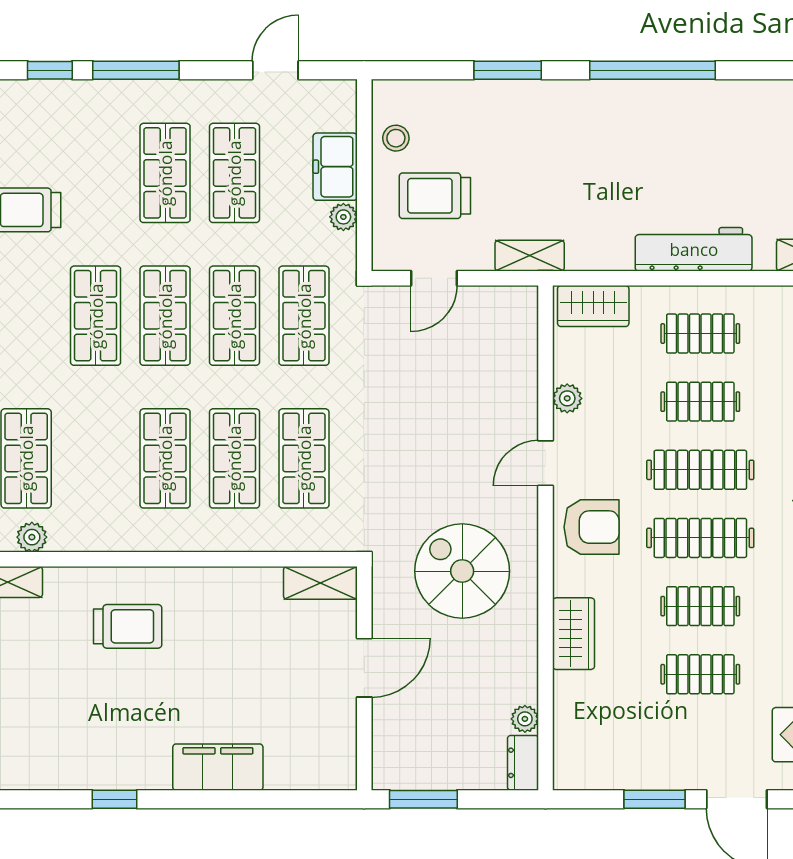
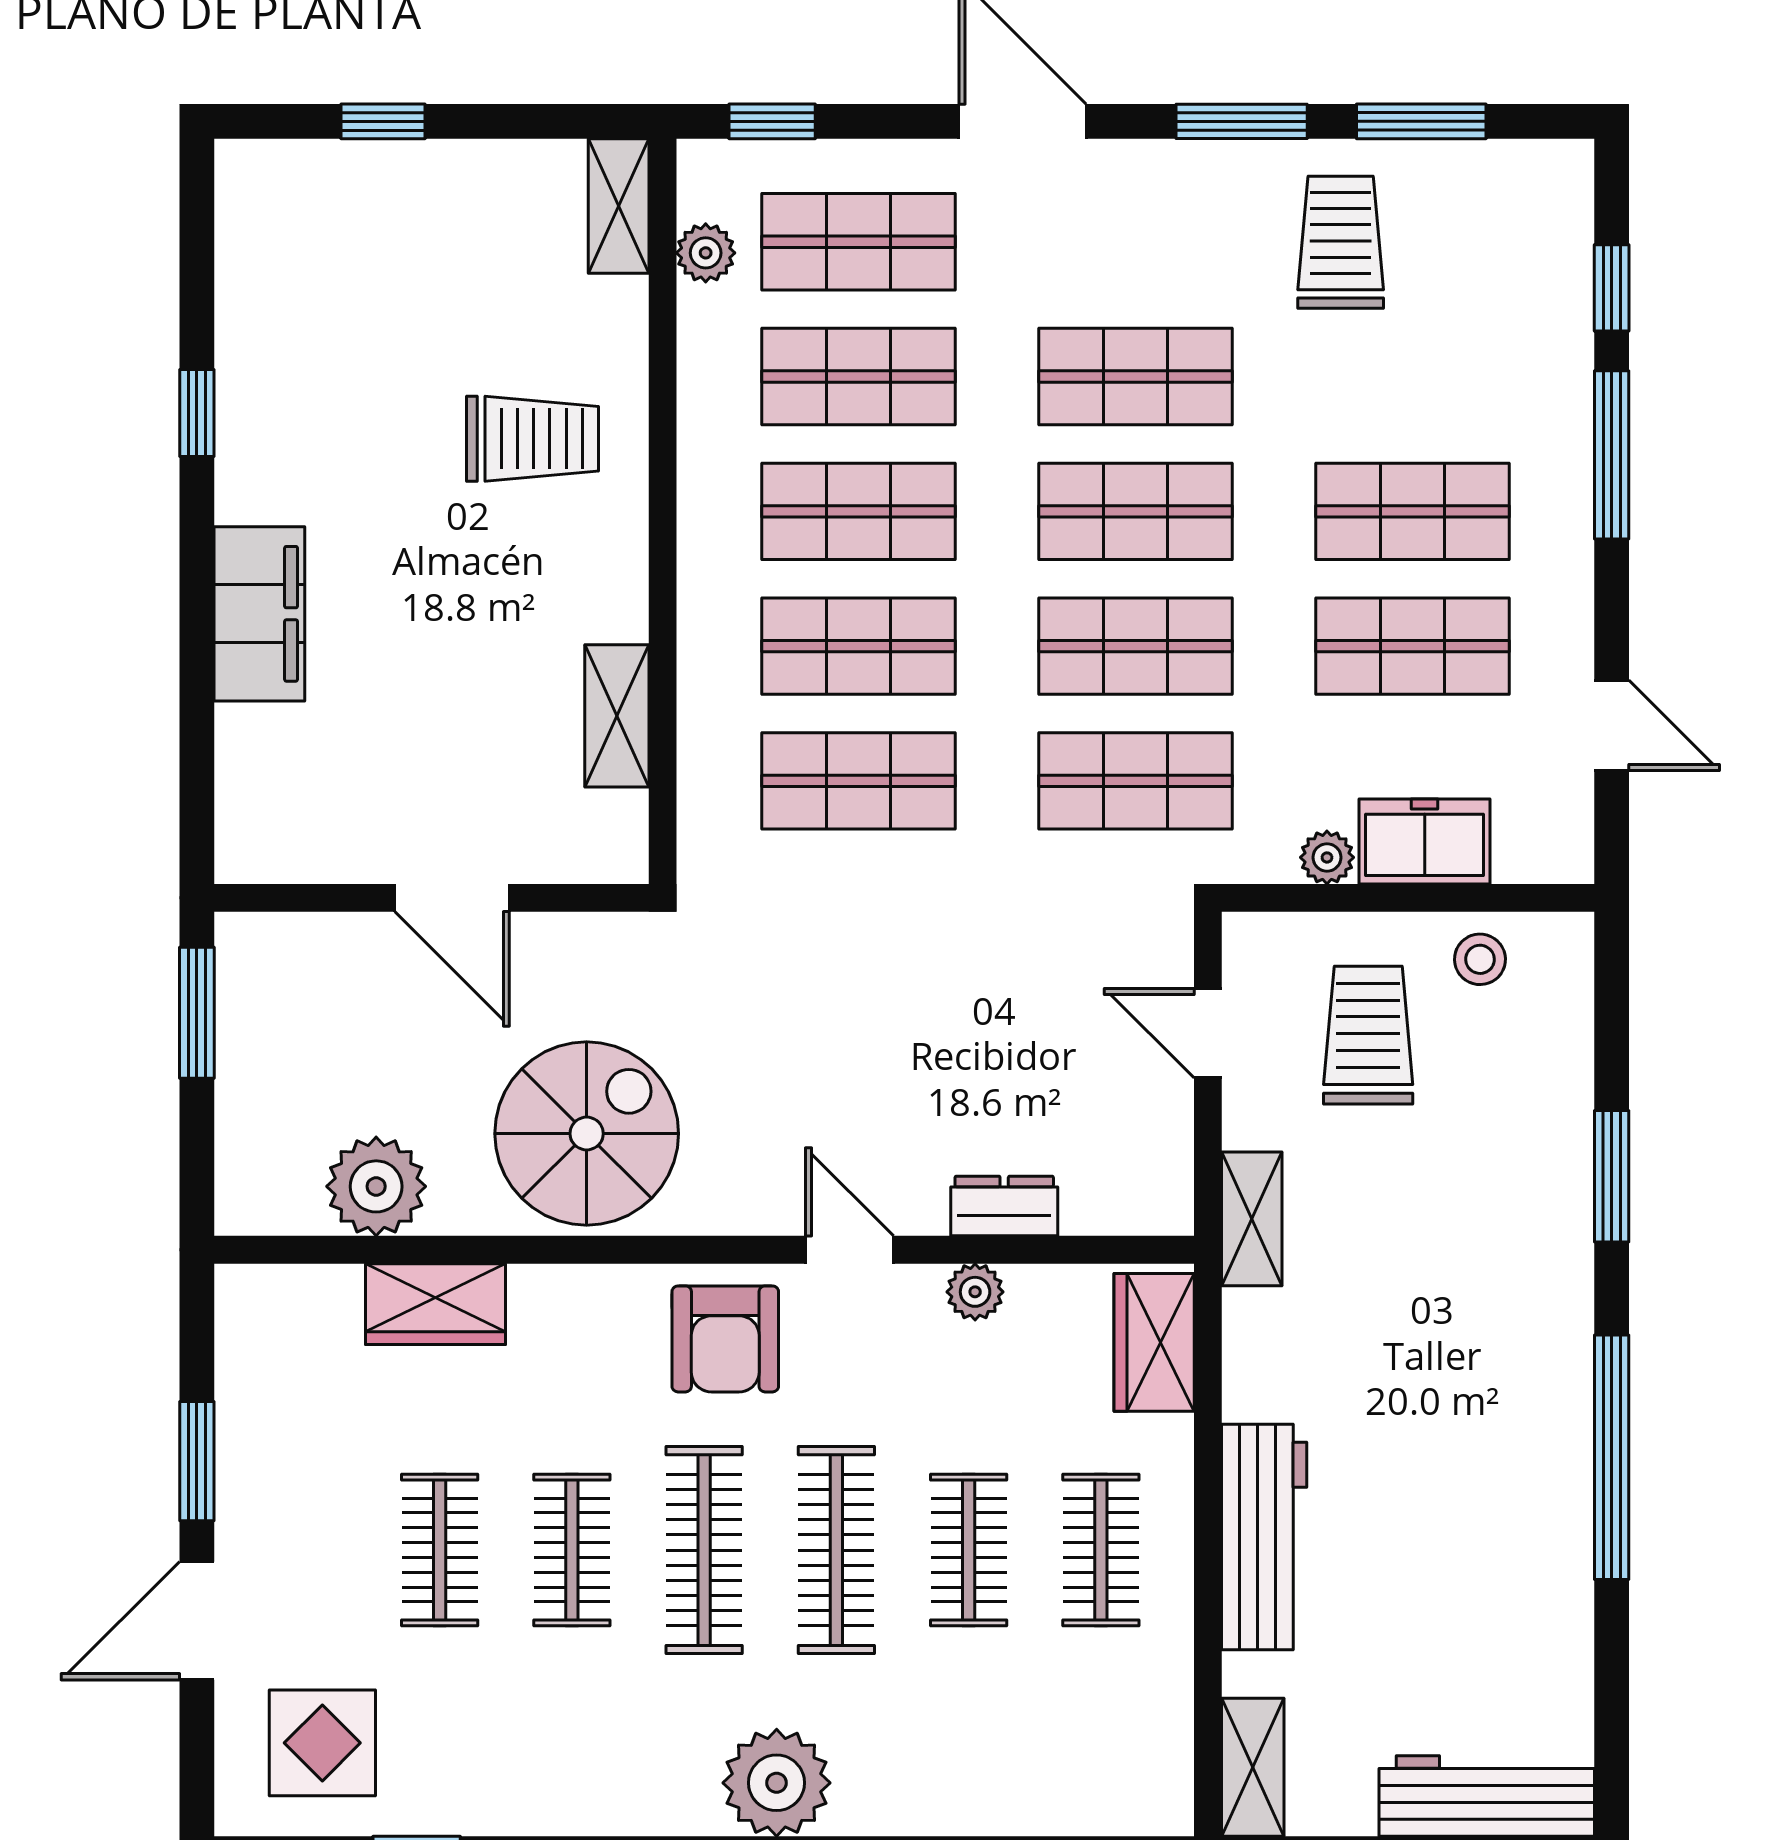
shop shelf: (96, 458) -> (858, 377), added
spiral stairs: (462, 571) -> (587, 1134), moved
shelving: (320, 583) -> (617, 716), moved
trolley: (128, 626) -> (533, 439), turned -90
wardrobe: (574, 634) -> (436, 1304), moved
plant: (525, 719) -> (376, 1186), width x1.88, depth x1.88
dresser: (523, 763) -> (1004, 1206), moved

